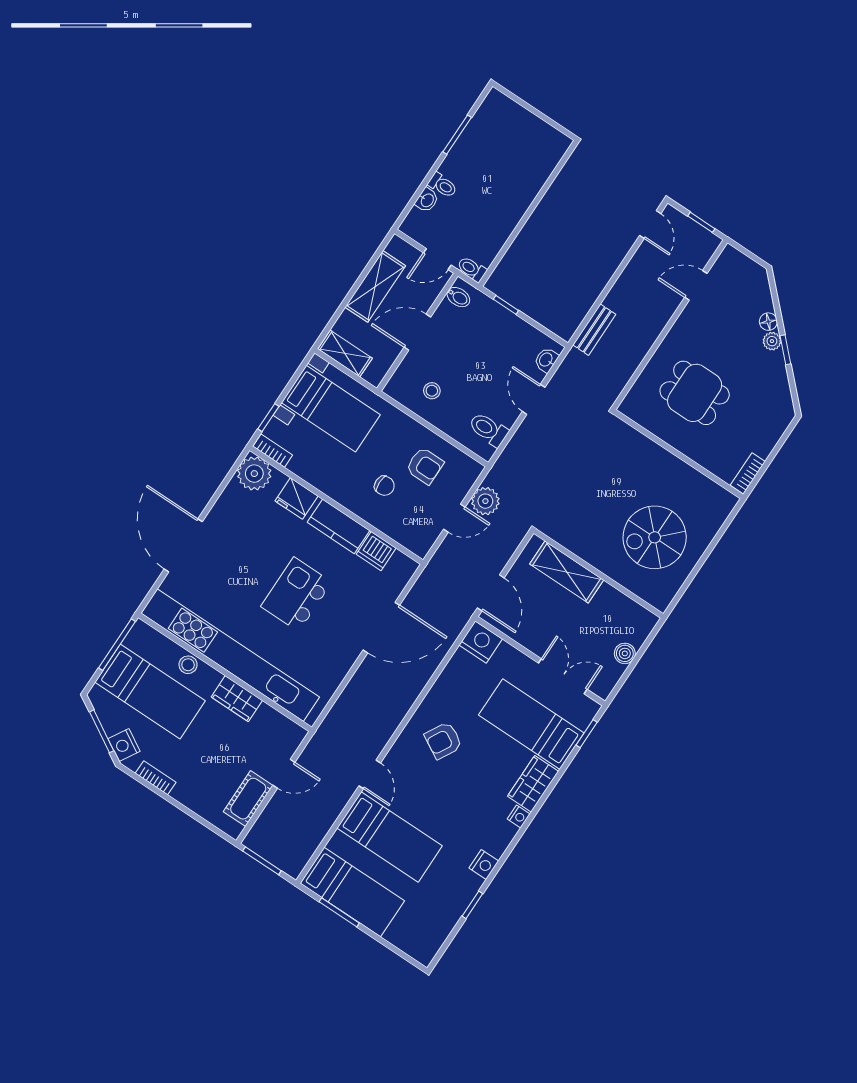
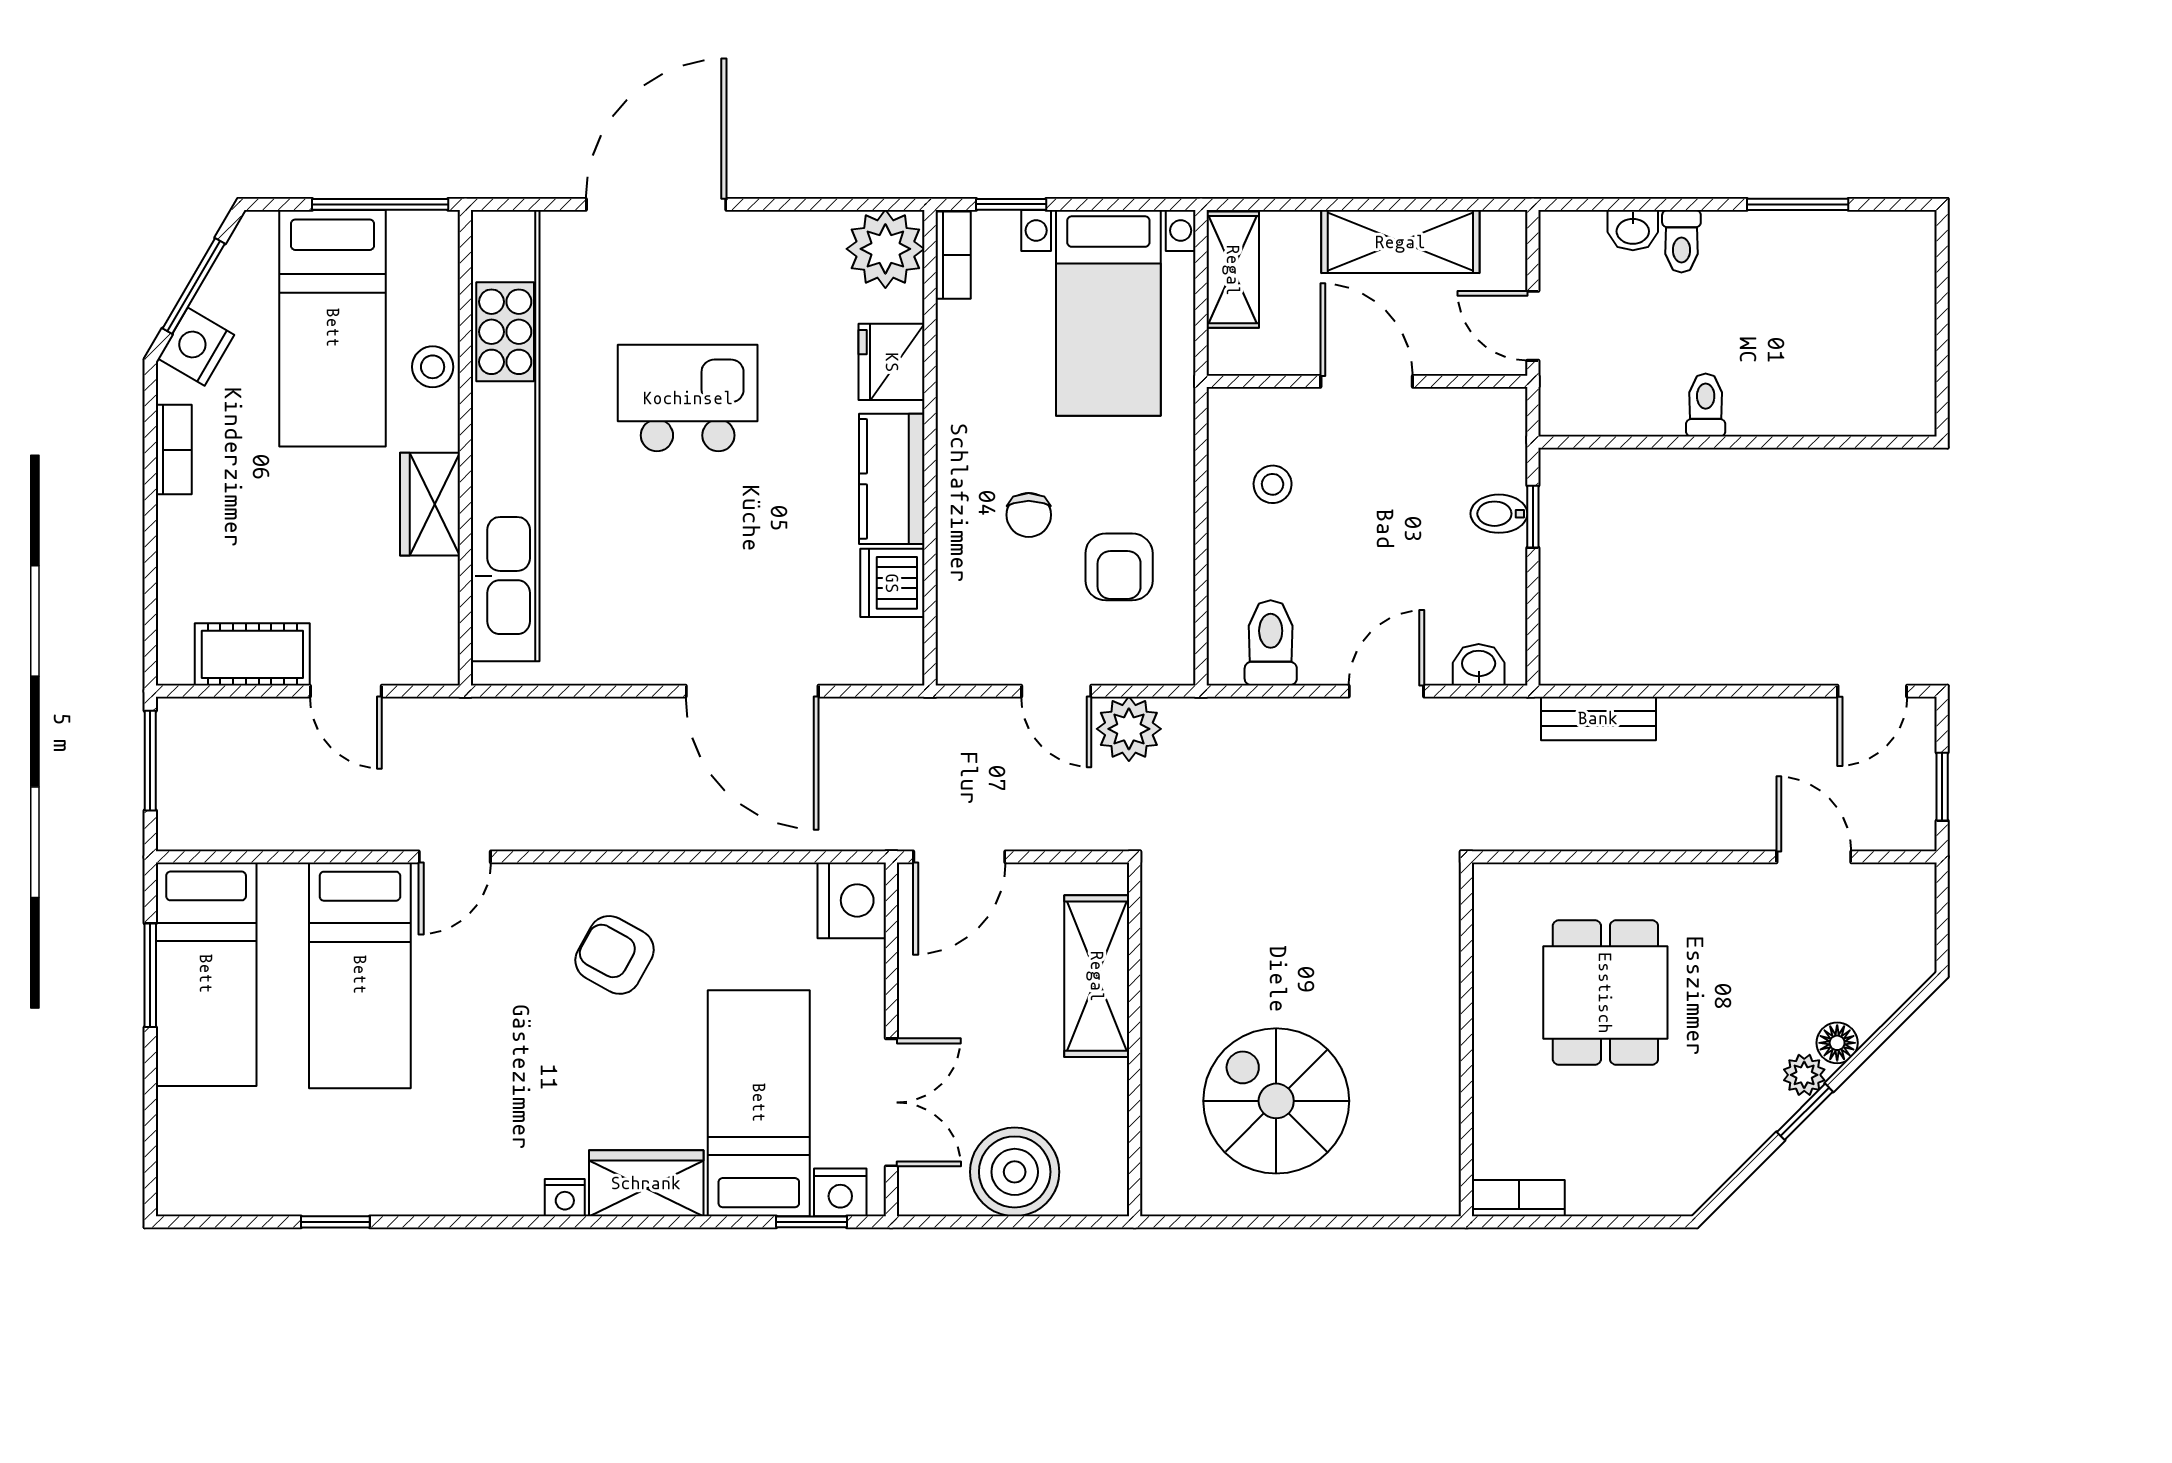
toilet: (472, 269) -> (1706, 405), moved
bidet: (458, 297) -> (1499, 514), moved, turned 90
kitchen island: (296, 594) -> (688, 398), moved
boiler: (625, 653) -> (1015, 1172), width x1.86, depth x1.86
nightstand: (484, 865) -> (840, 1192), moved

